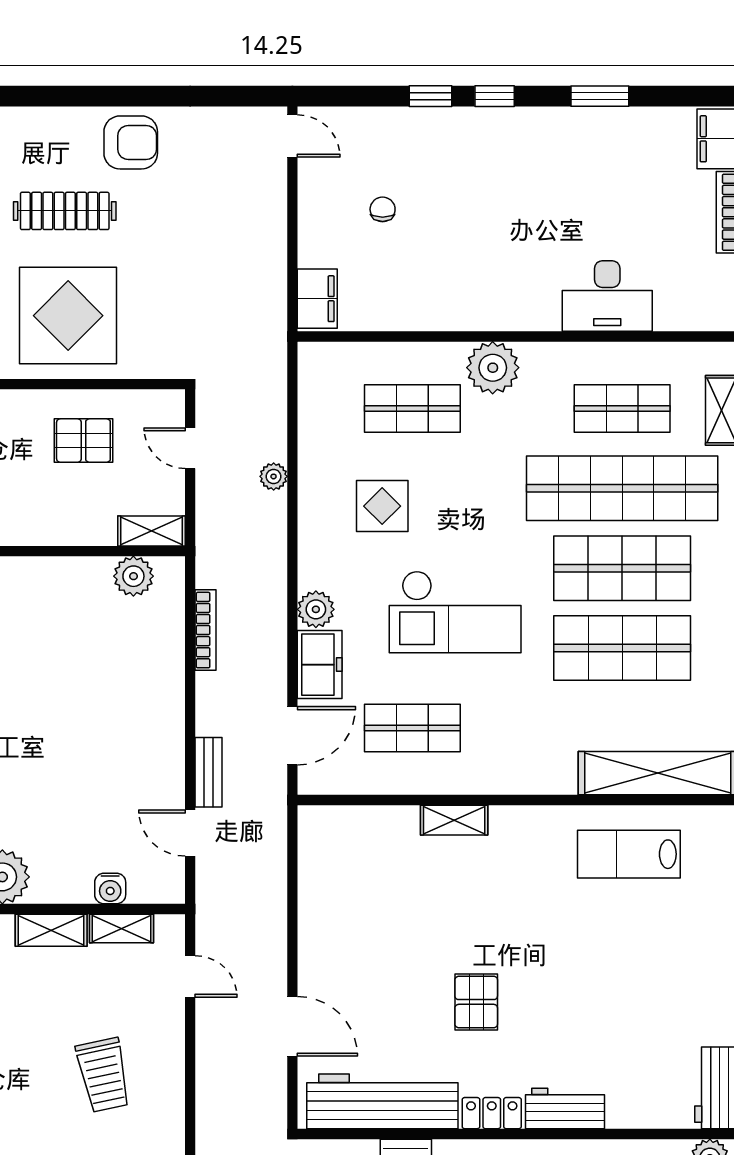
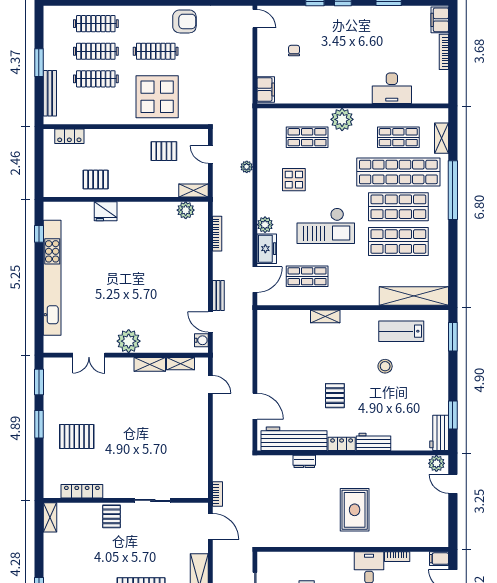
water cooler: (110, 889) -> (201, 340), moved, turned -90
stool: (592, 935) -> (385, 366), added
trolley: (103, 1075) -> (173, 427), removed

